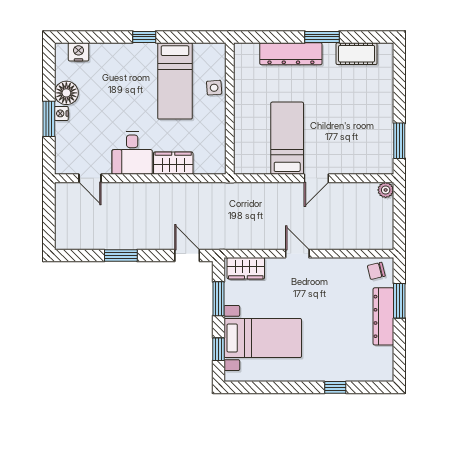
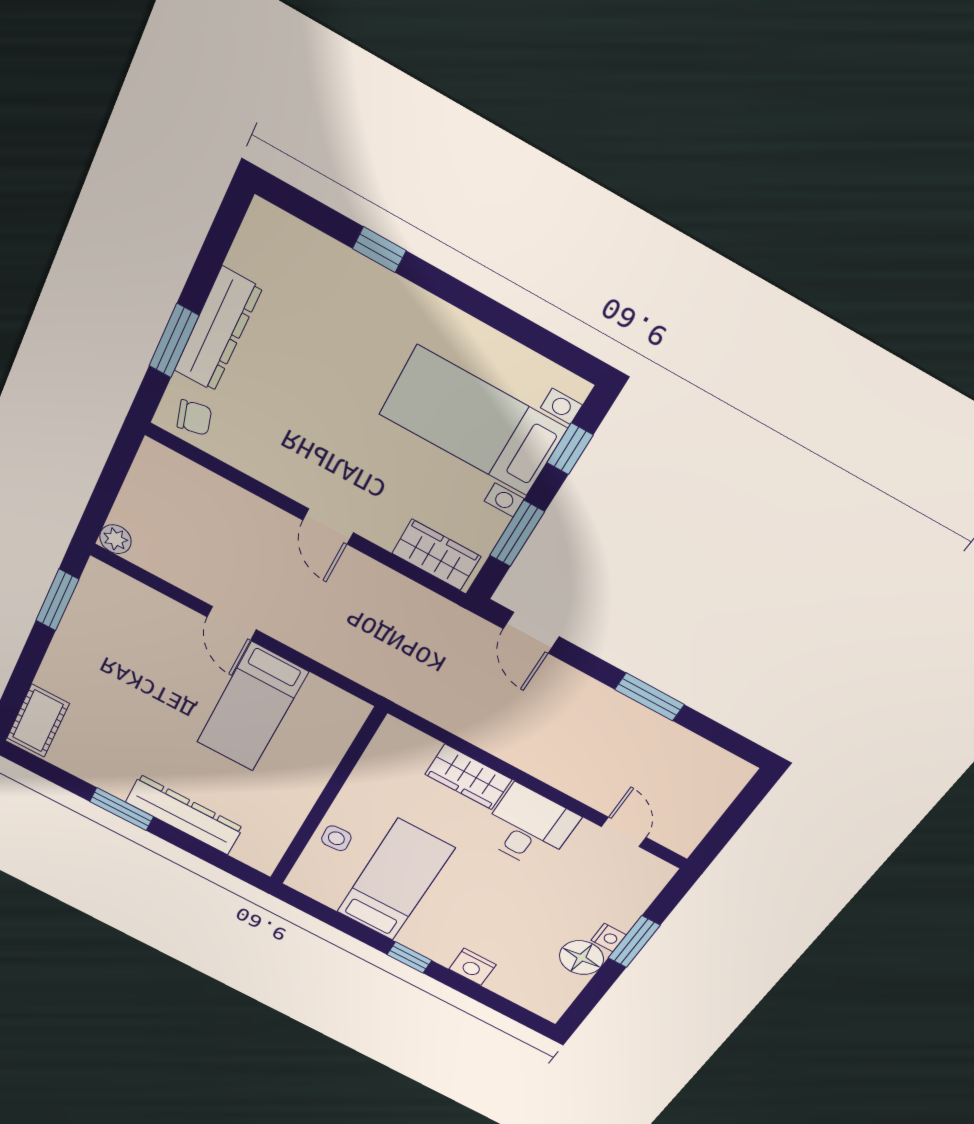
nightstand: (78, 52) -> (472, 967), moved
cot: (357, 54) -> (38, 721), moved, turned 90
door: (316, 178) -> (232, 623), swing flipped

